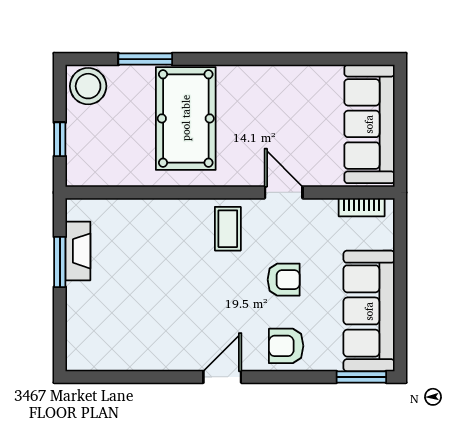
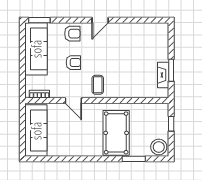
armchair: (284, 280) -> (73, 63), turned 180

